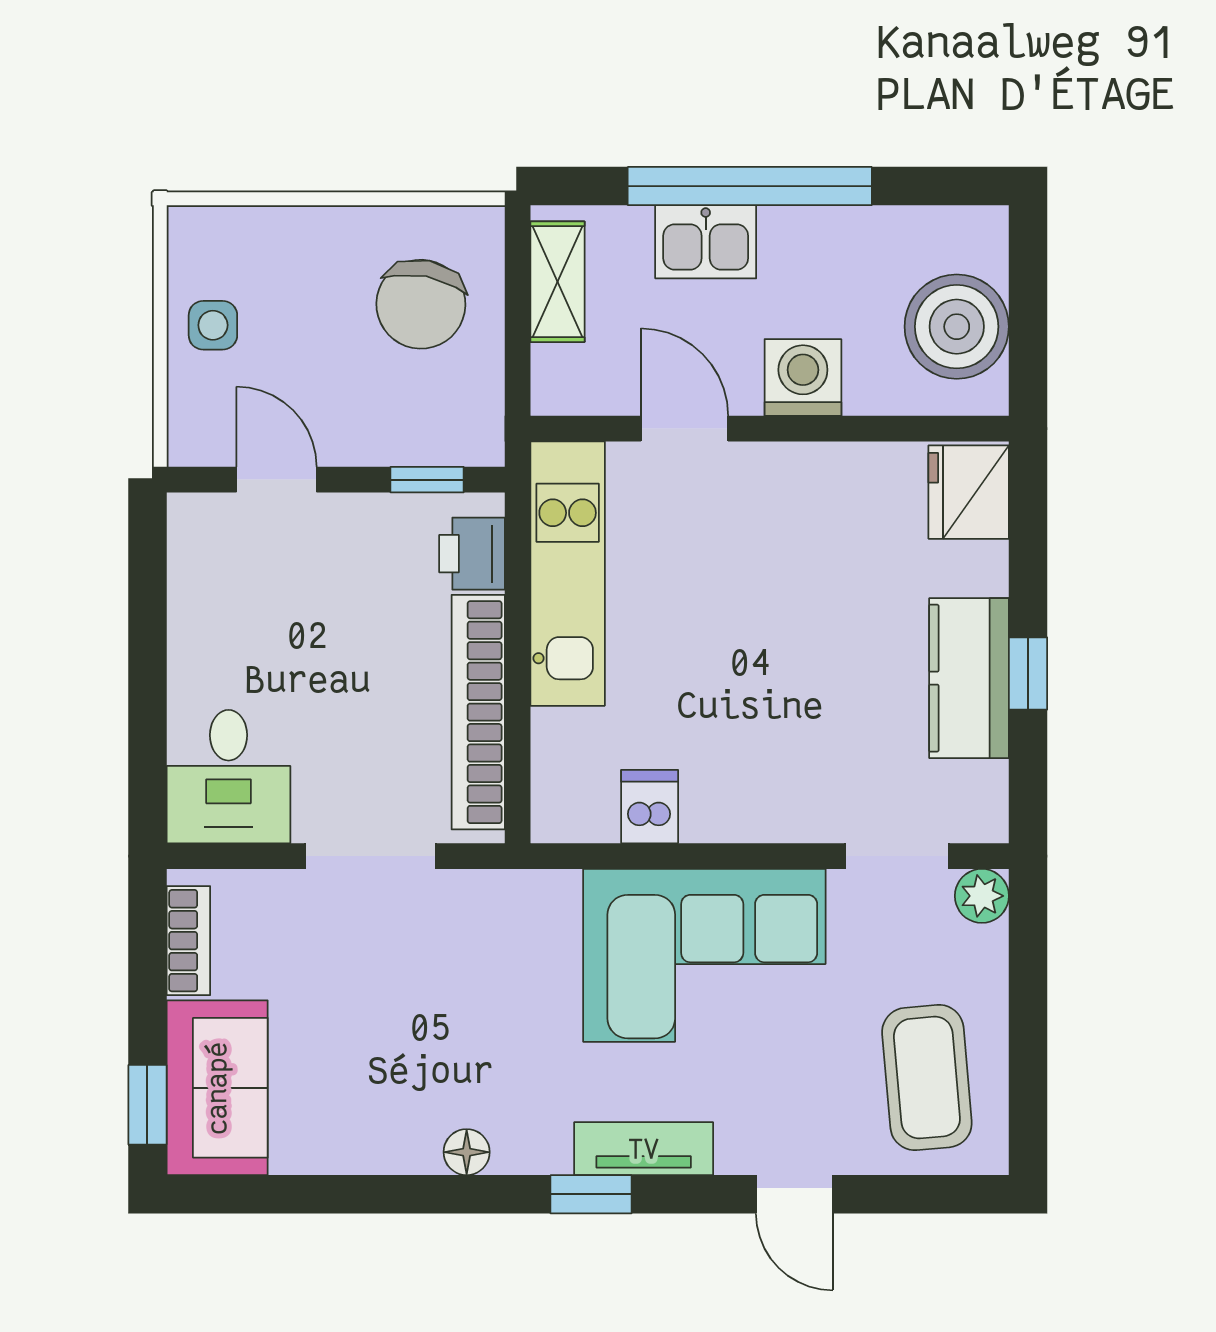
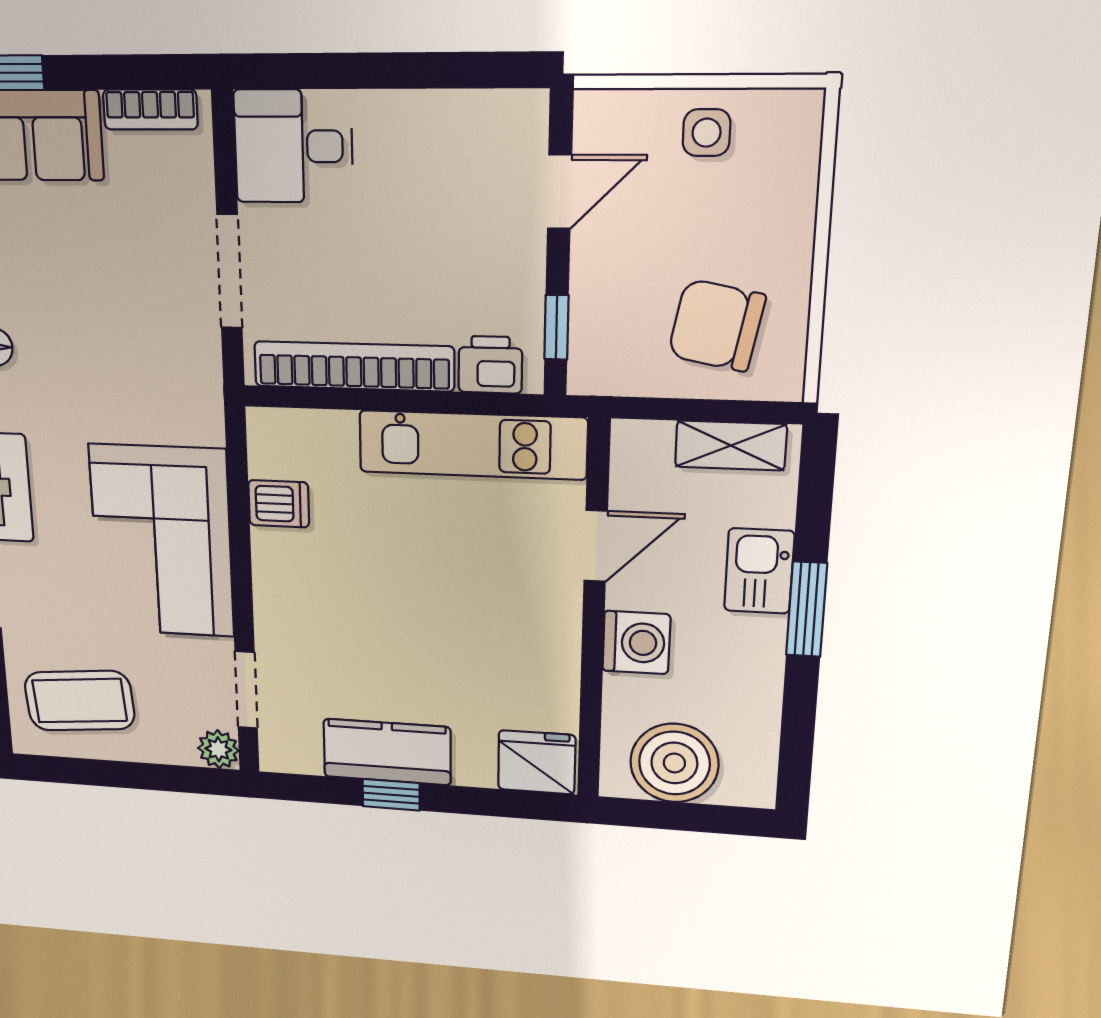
window: (750, 186) -> (807, 609), width x0.47

